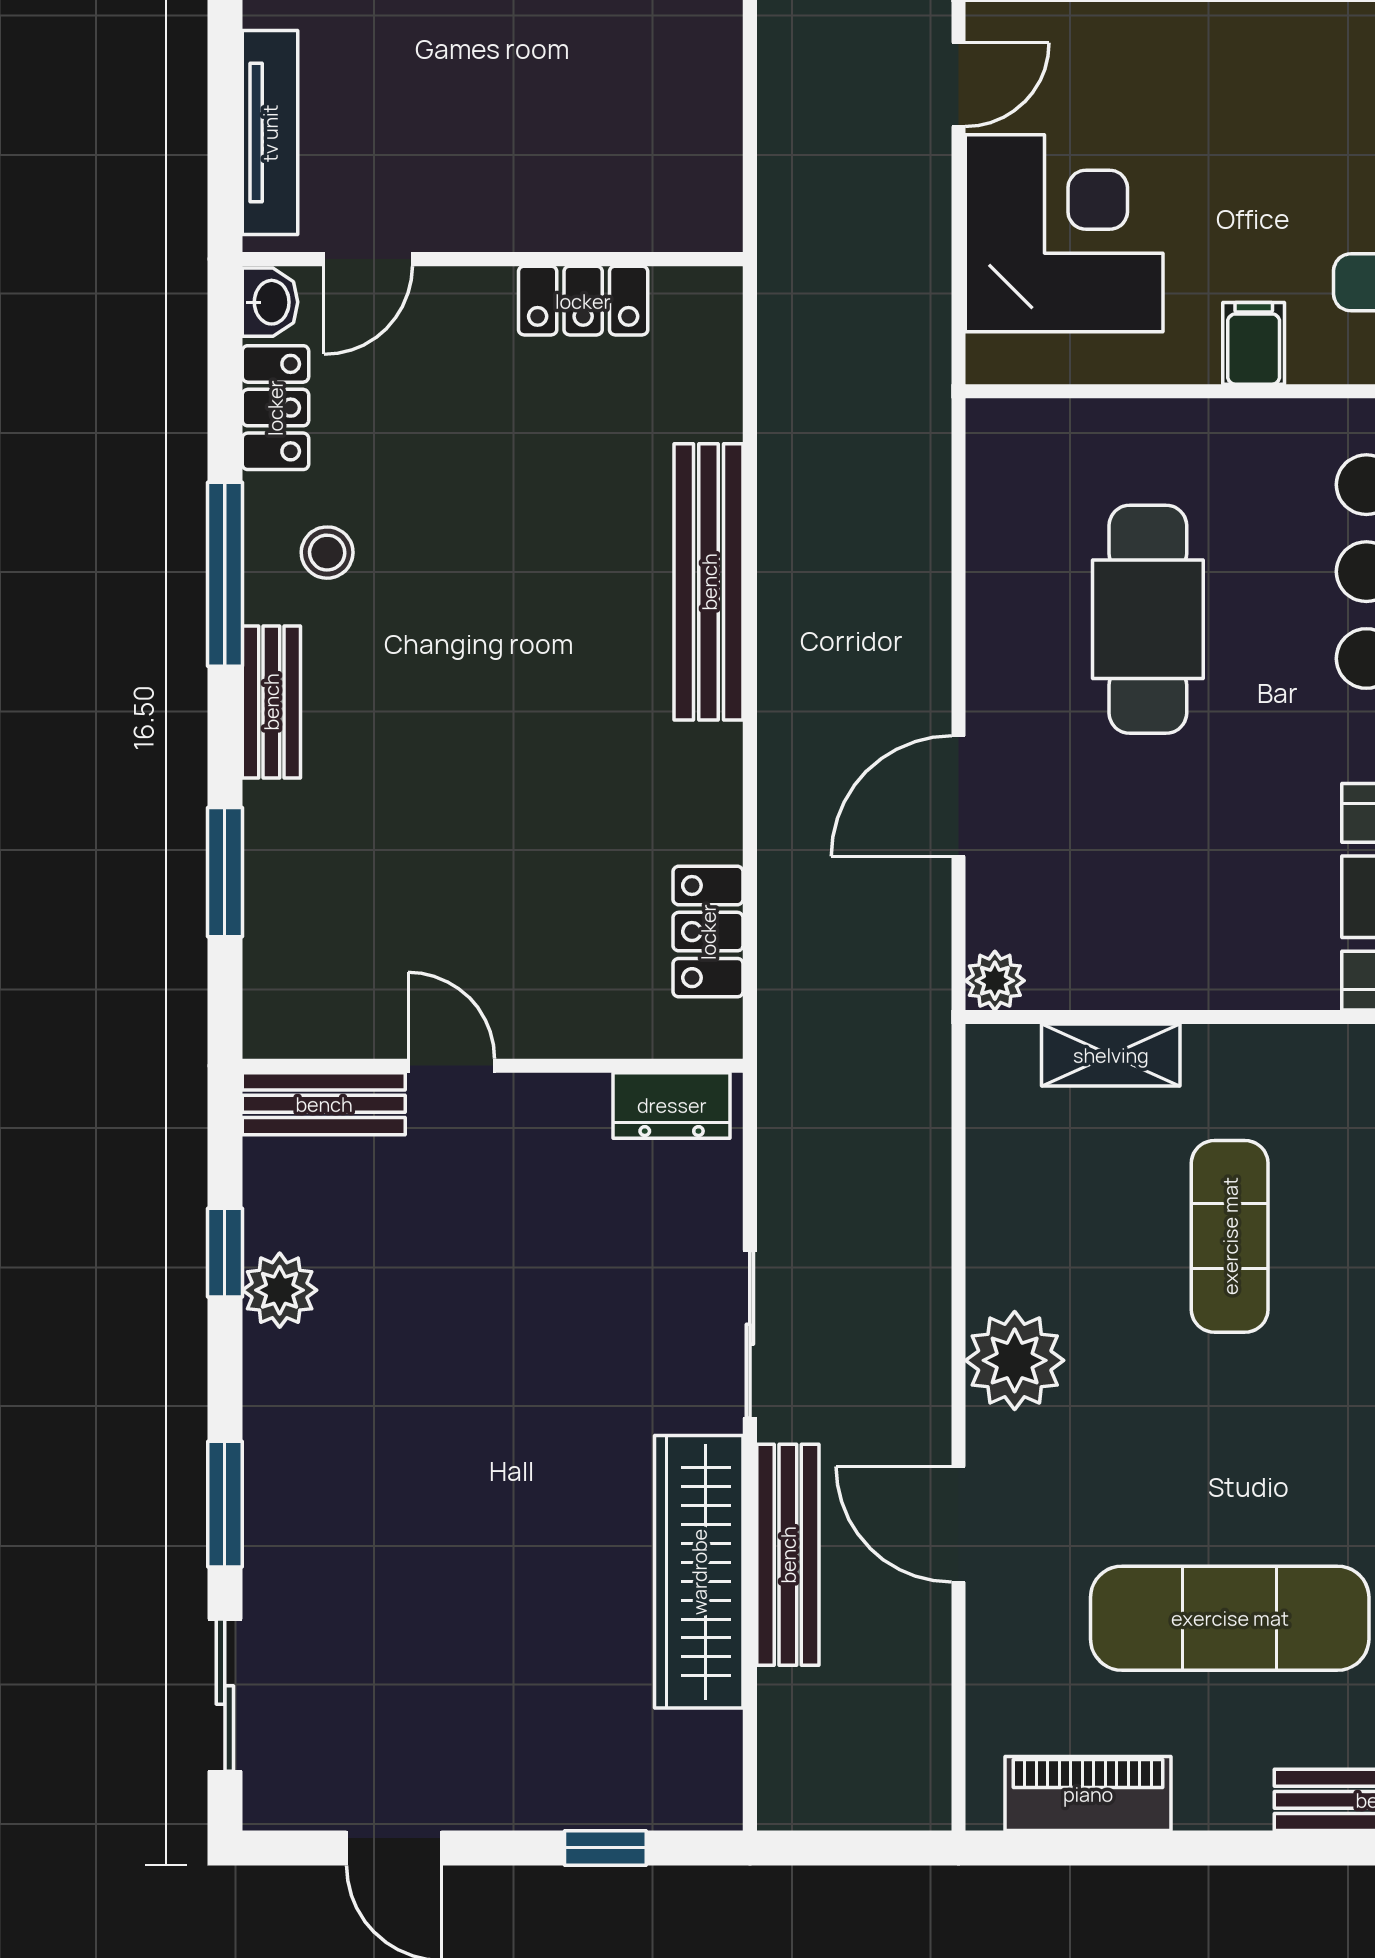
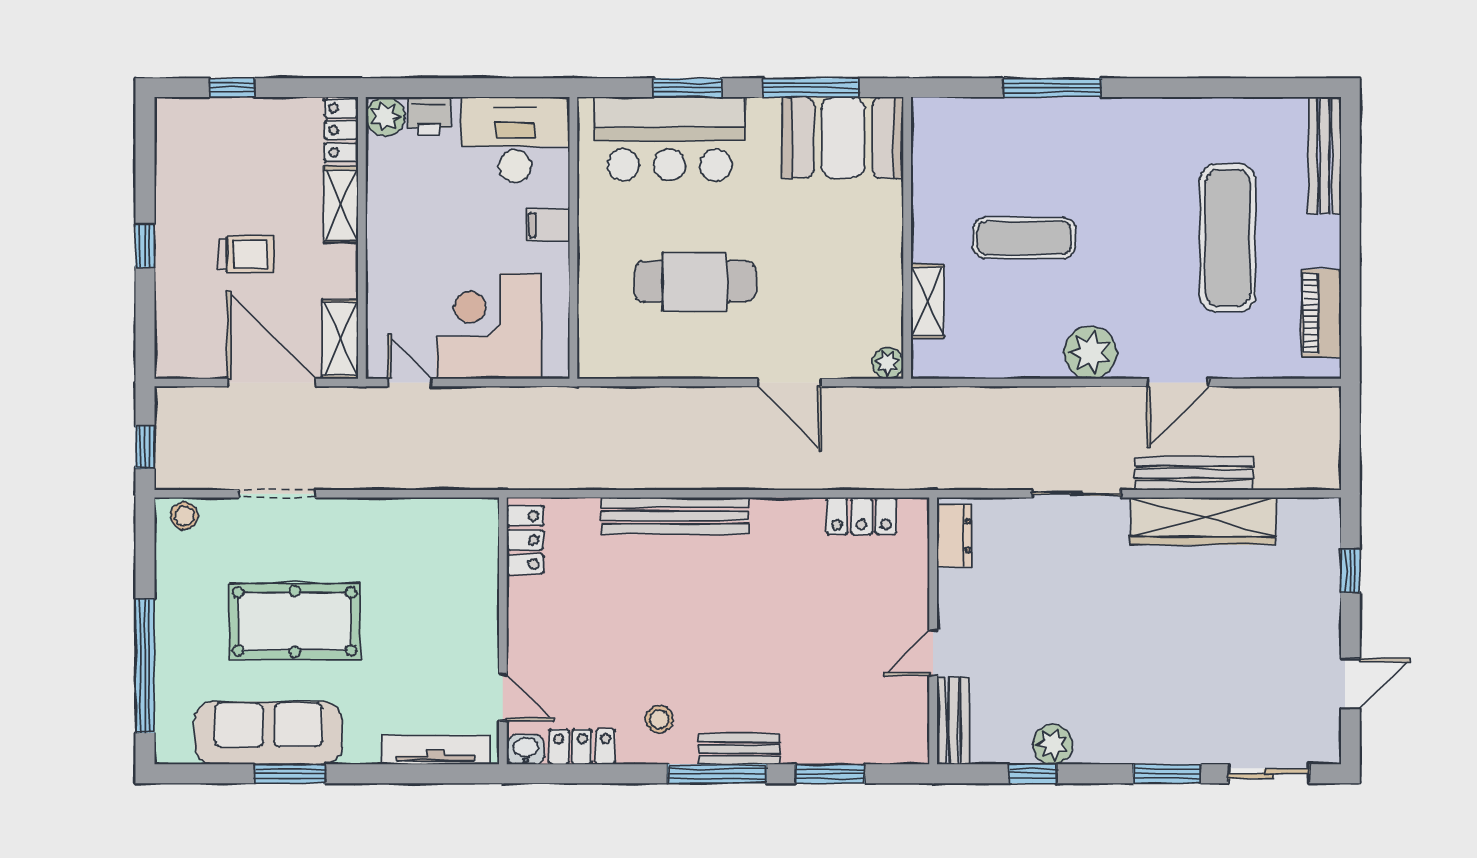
locker: (583, 301) -> (525, 540), moved
window: (225, 574) -> (717, 774), moved

